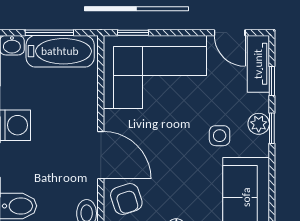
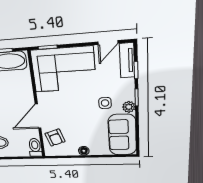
door: (230, 33) -> (108, 43), hinge flipped
plant: (259, 124) -> (129, 107), moved
door: (101, 155) -> (38, 116), swing flipped

